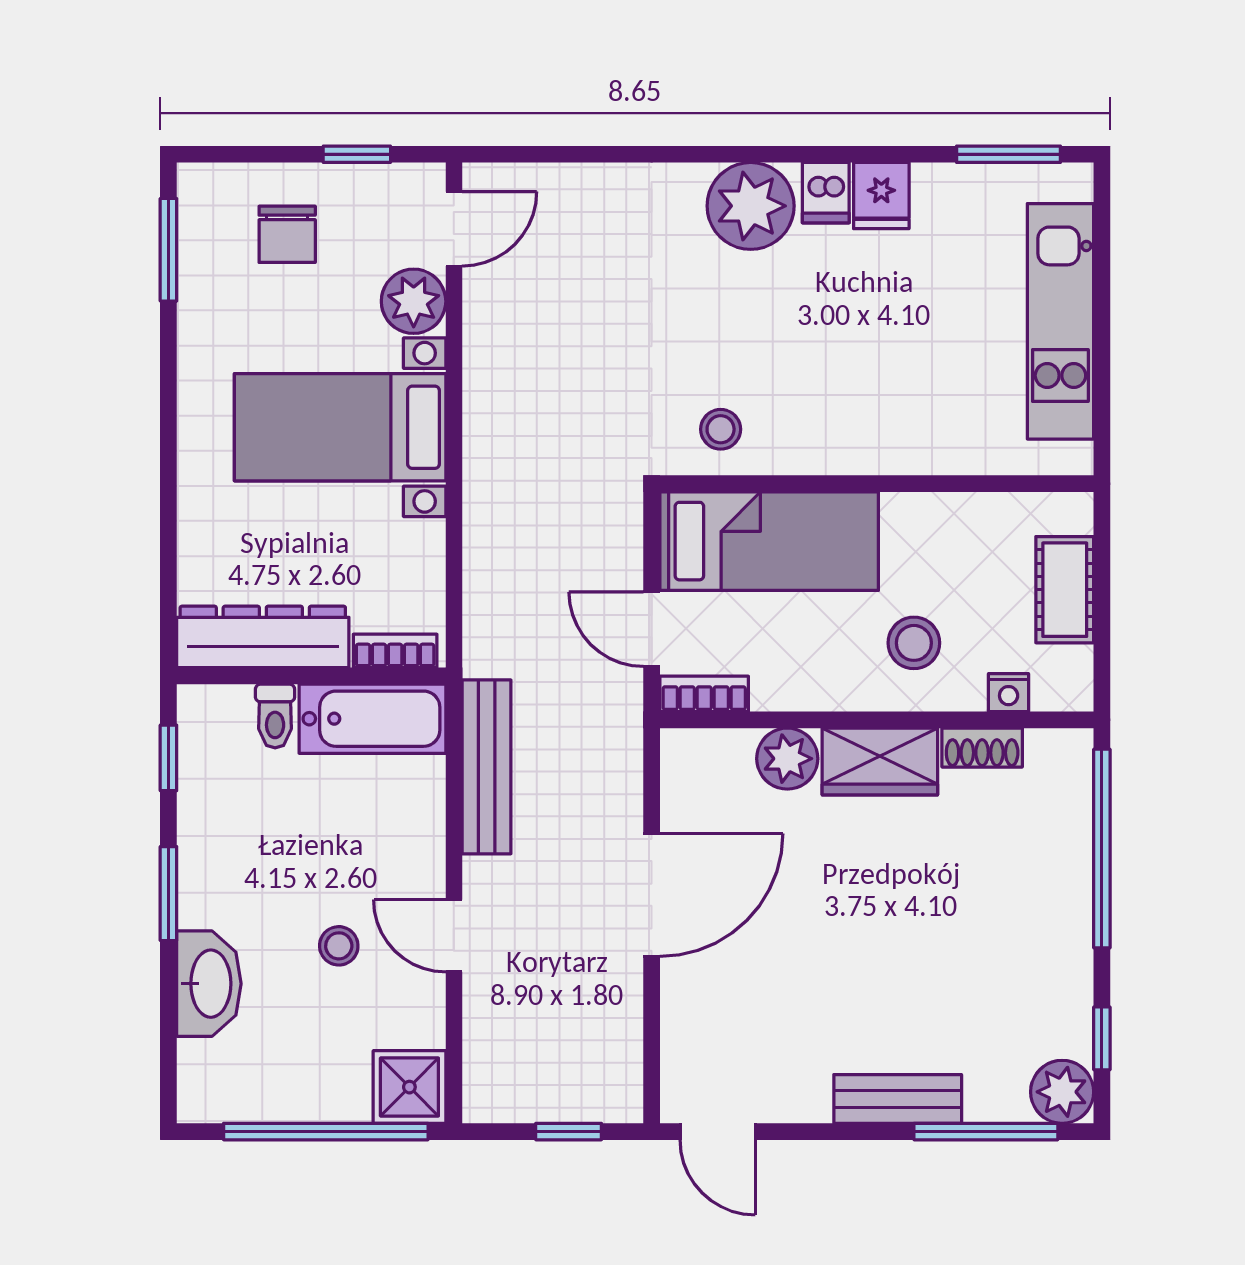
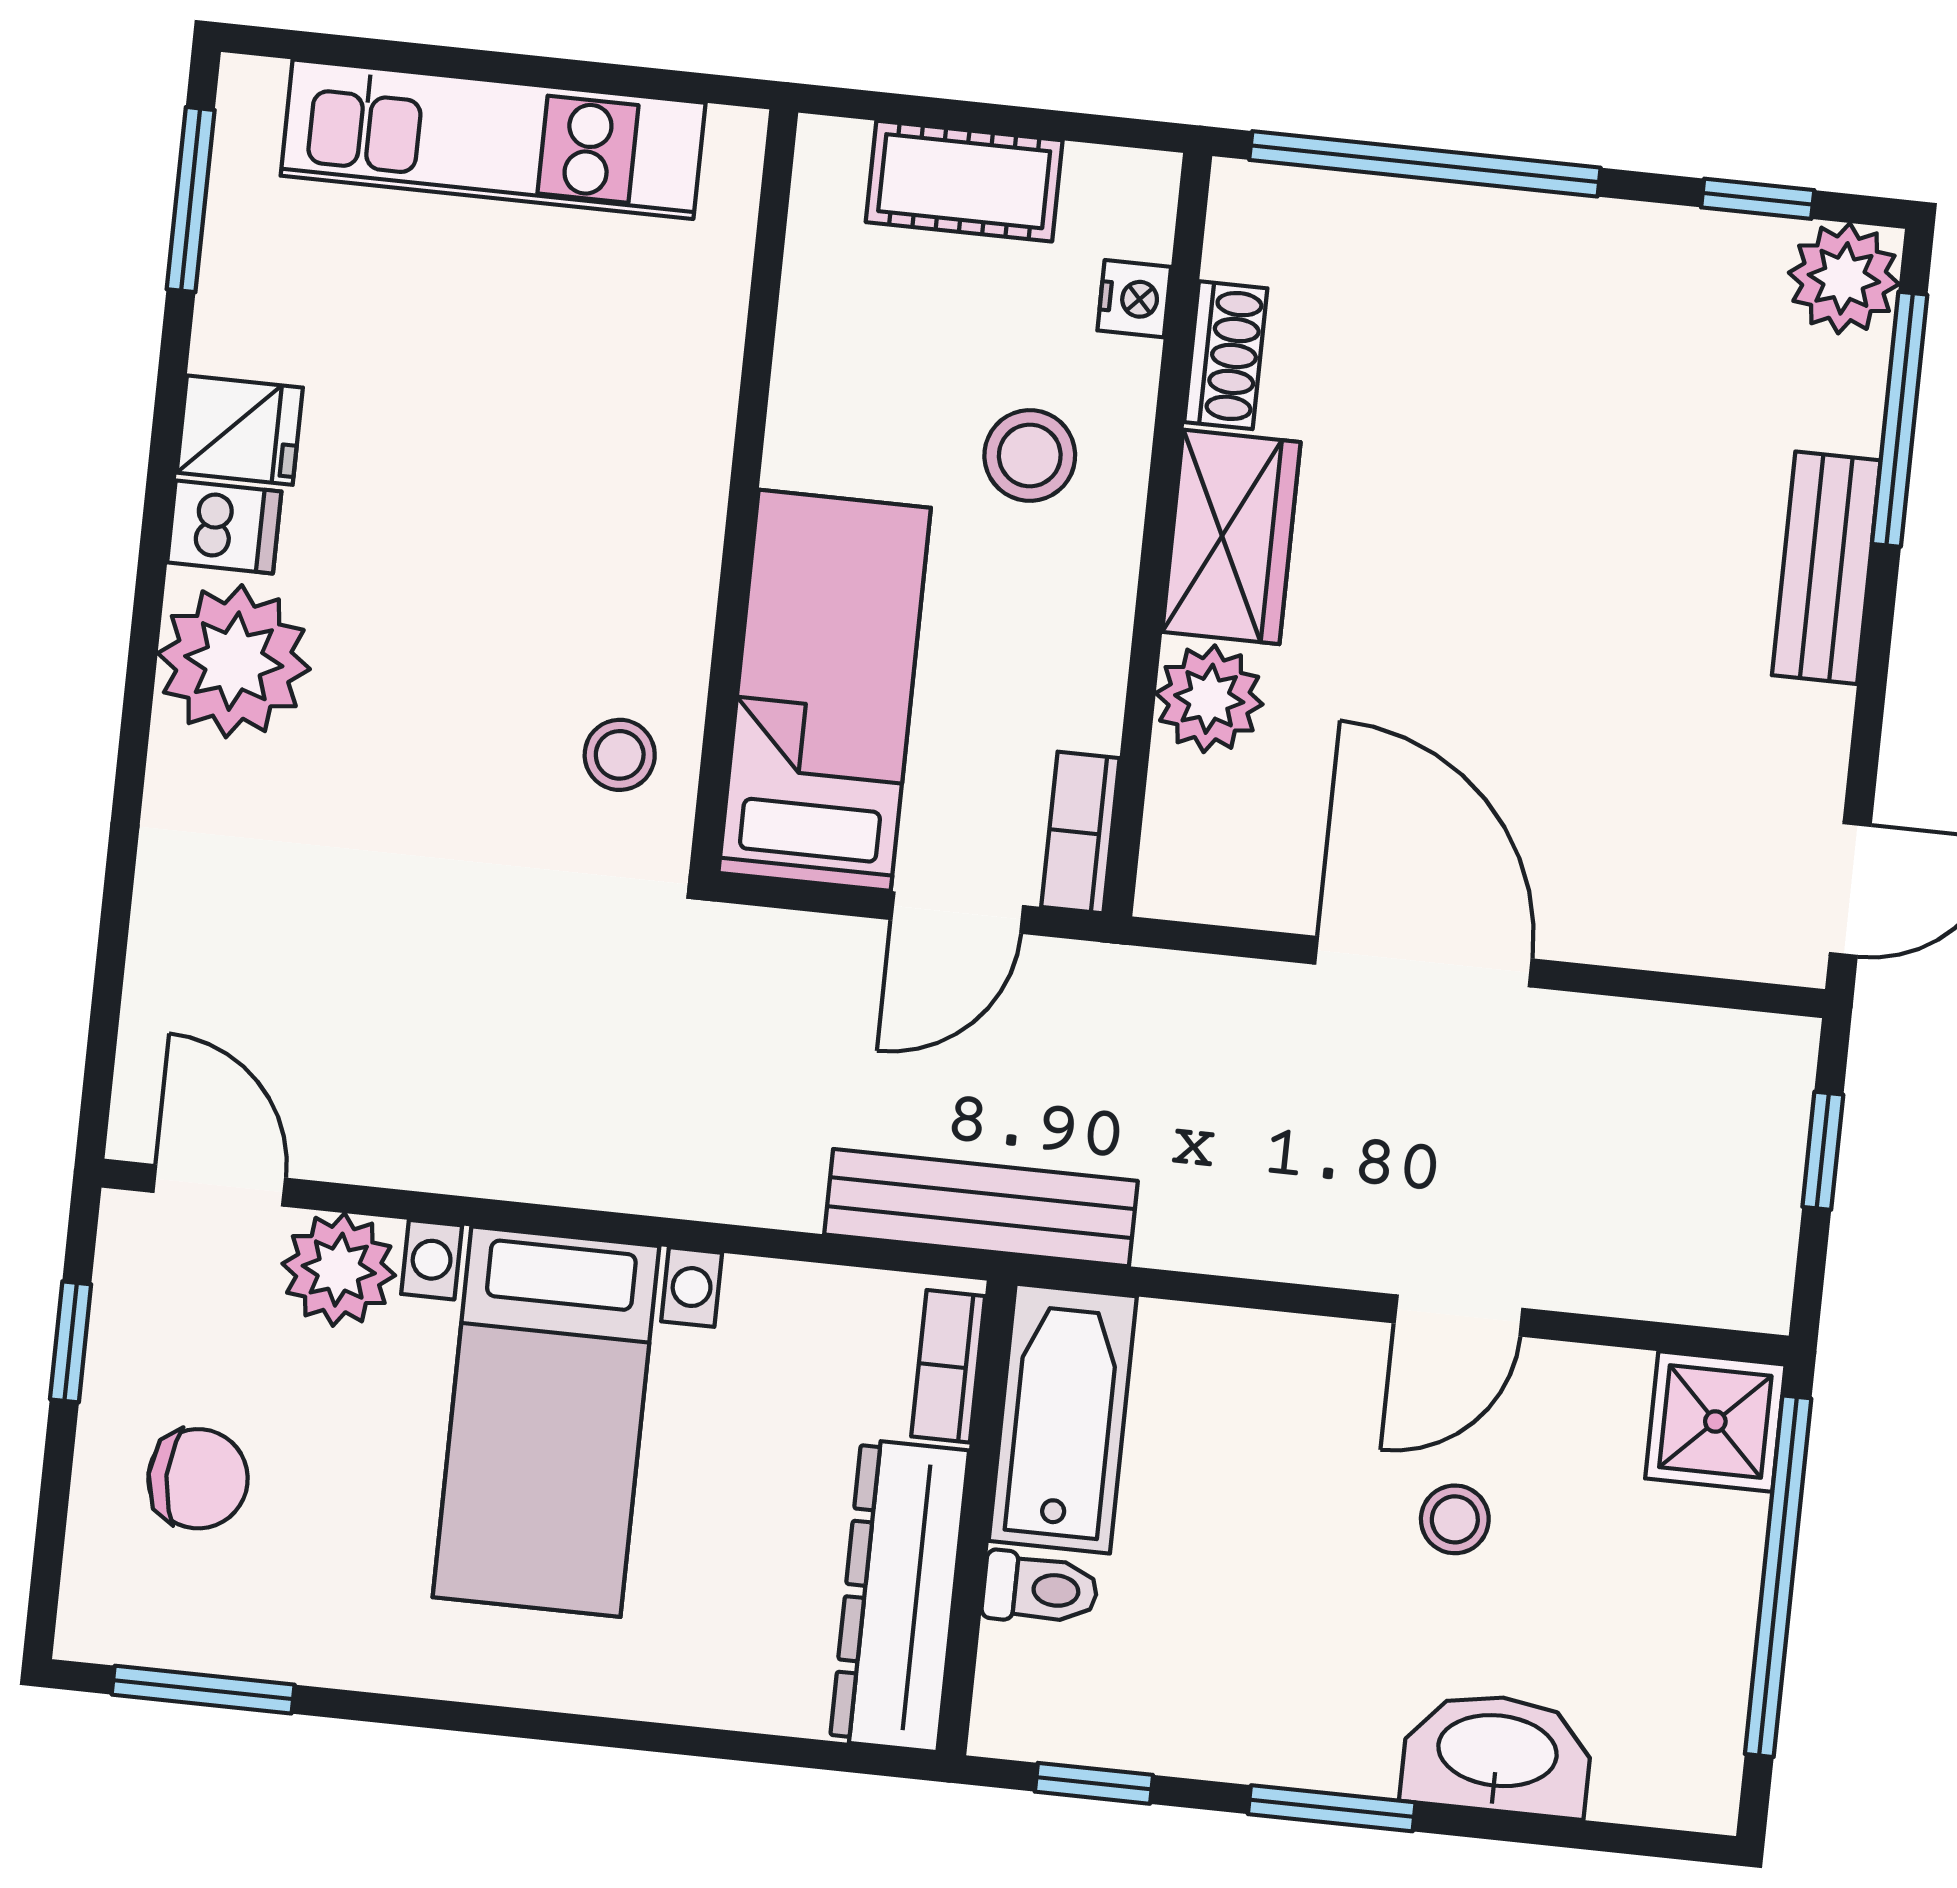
bench: (487, 767) -> (981, 1208), moved

